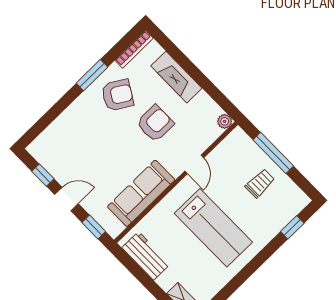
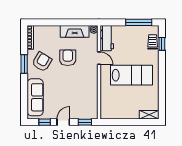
fireplace: (176, 77) -> (75, 31), moved
window: (273, 153) -> (139, 22), moved
trolley: (260, 183) -> (153, 42), moved
sofa: (141, 193) -> (35, 97), moved, turned 180
workbench: (146, 256) -> (107, 38), moved, turned 90

